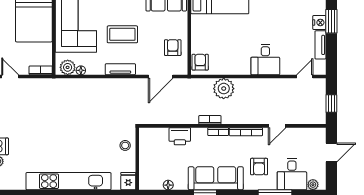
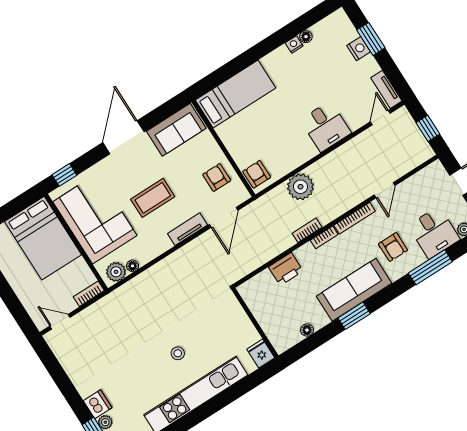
tv unit: (320, 45) -> (386, 89), moved
tv unit: (120, 69) -> (187, 229), moved
stool: (125, 145) -> (178, 353), moved

